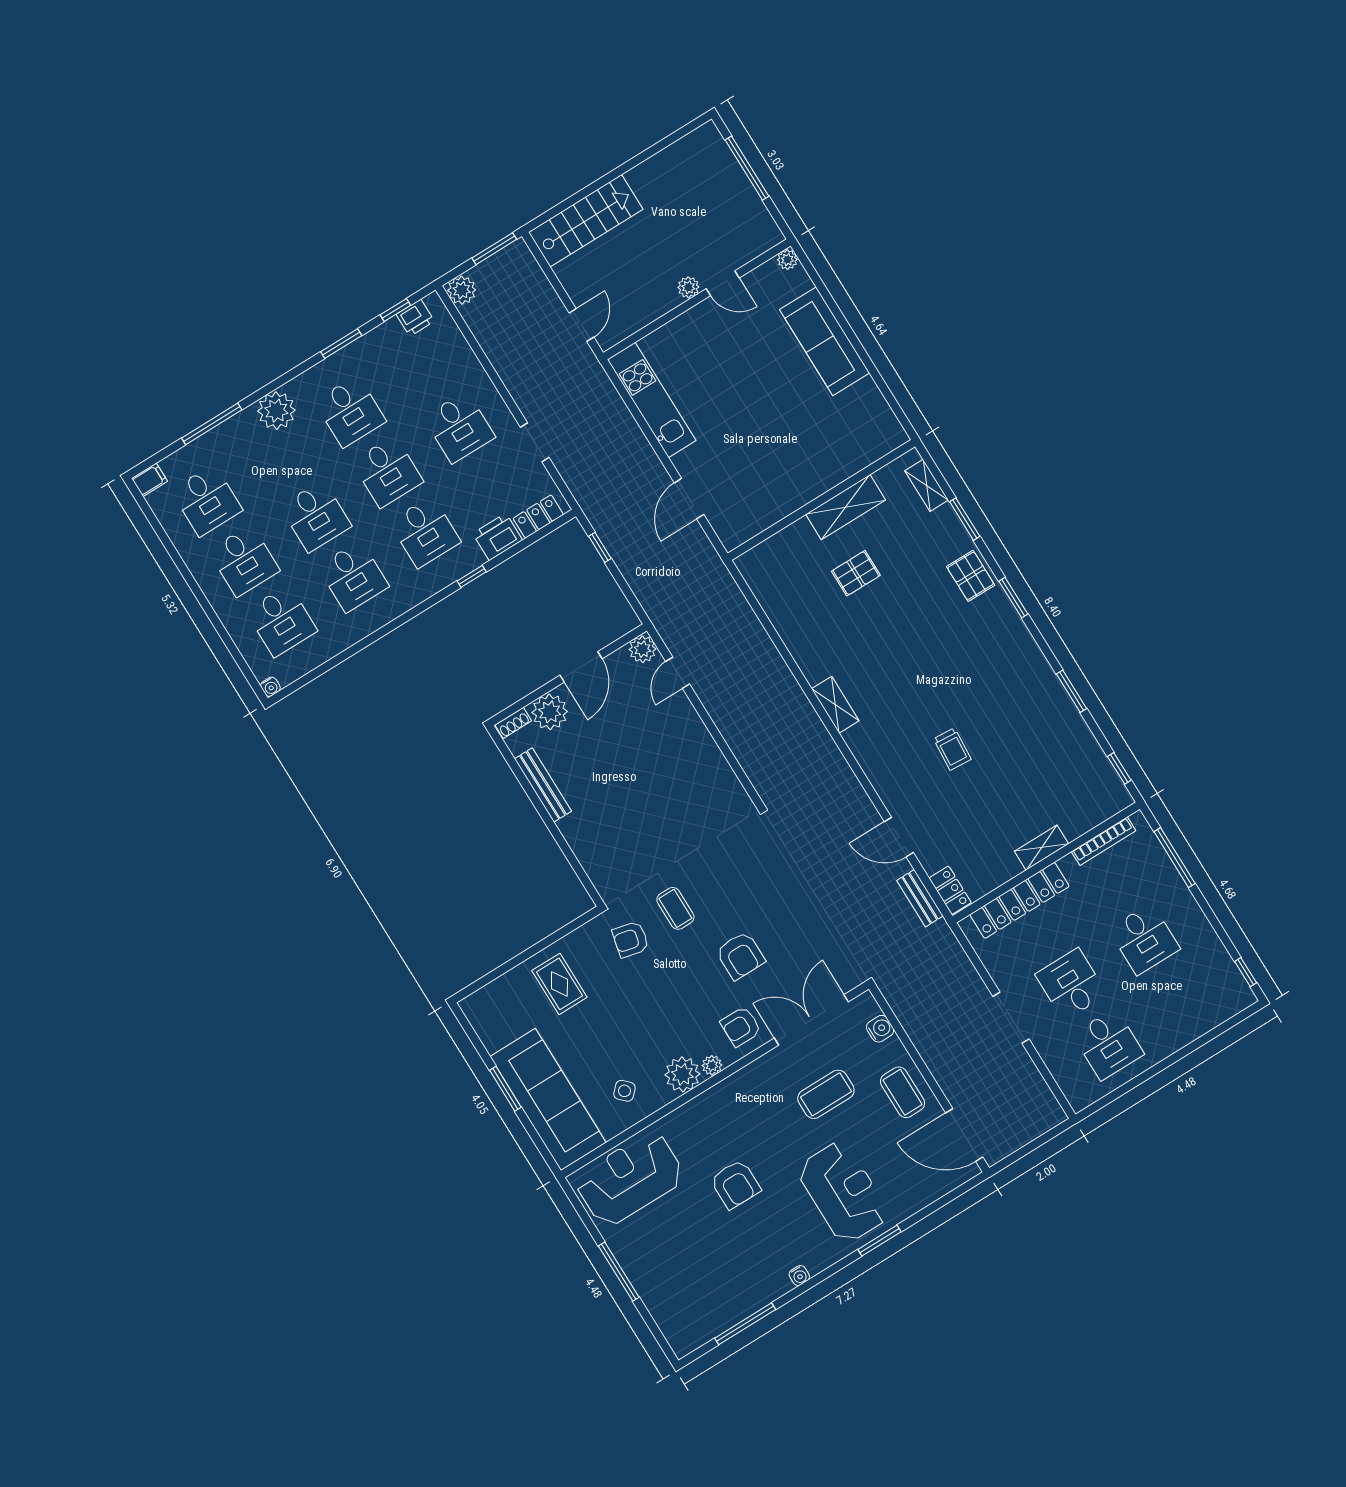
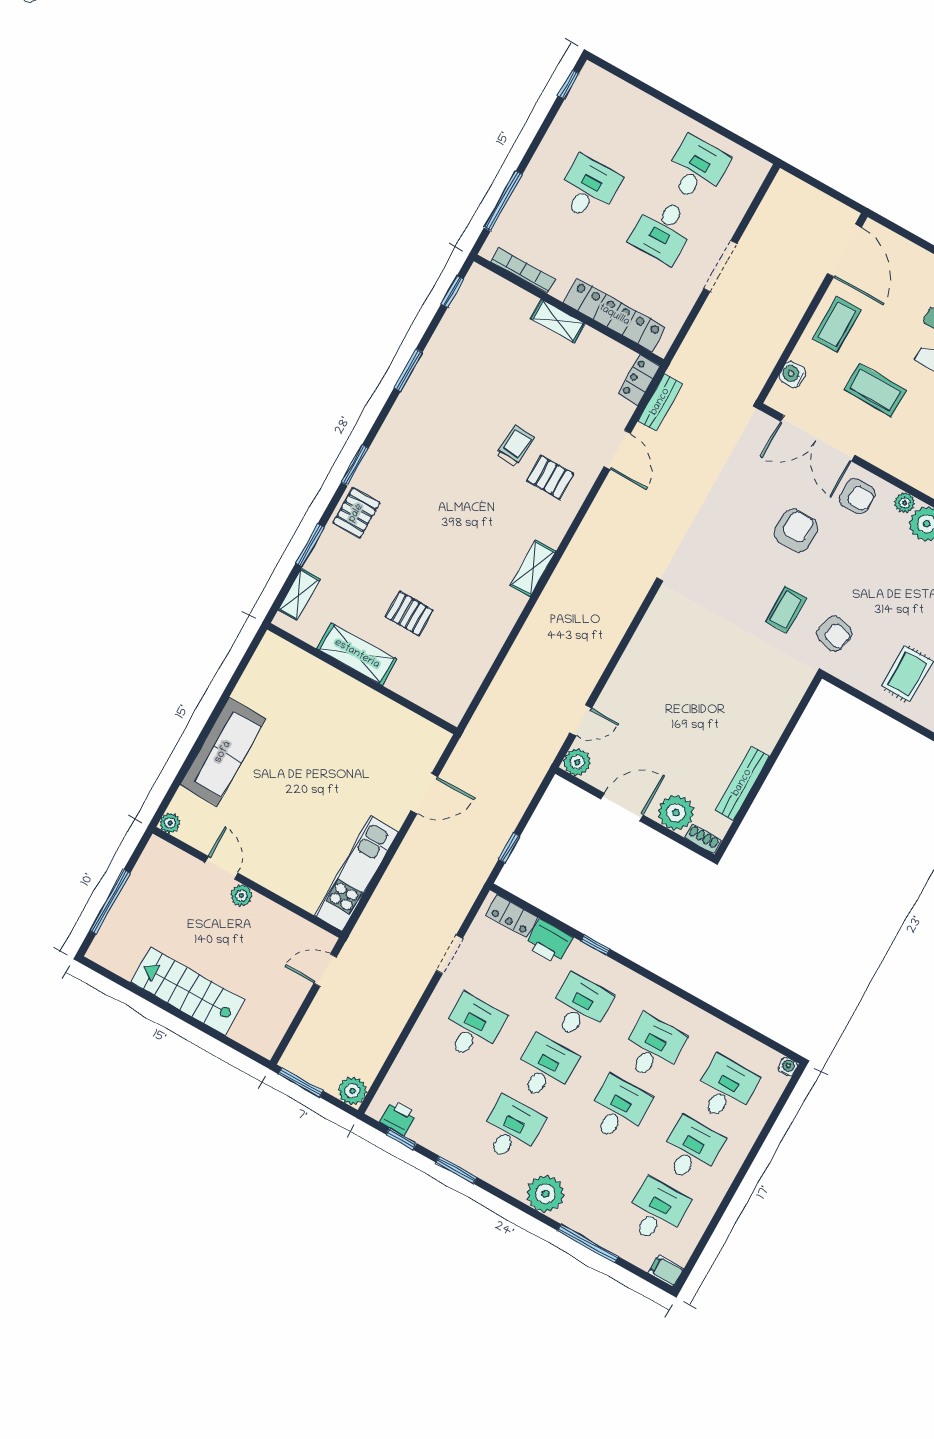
stairs: (586, 221) -> (188, 991), moved
pallet: (907, 764) -> (550, 477), added

